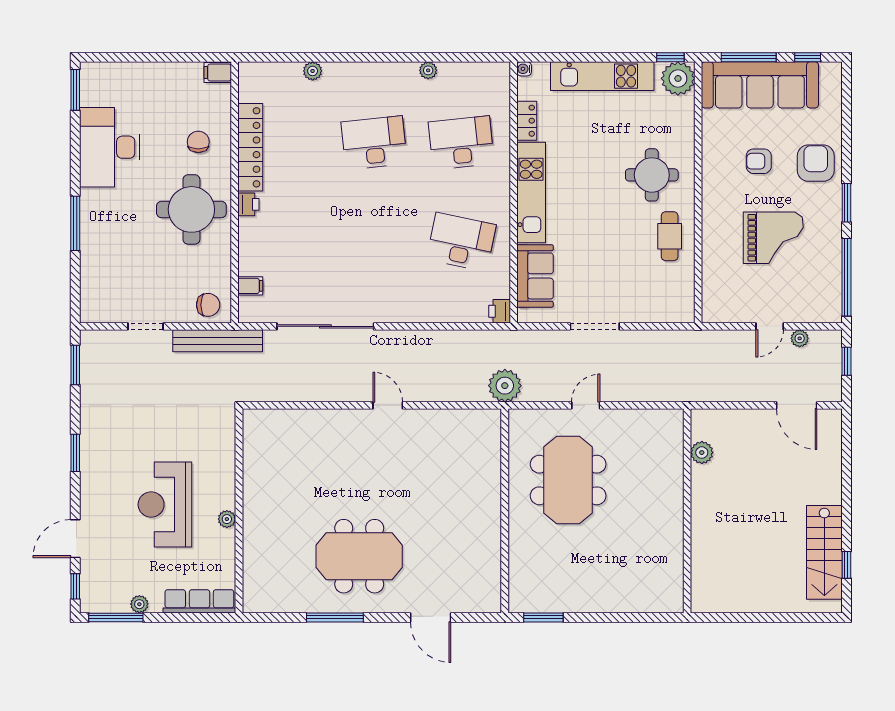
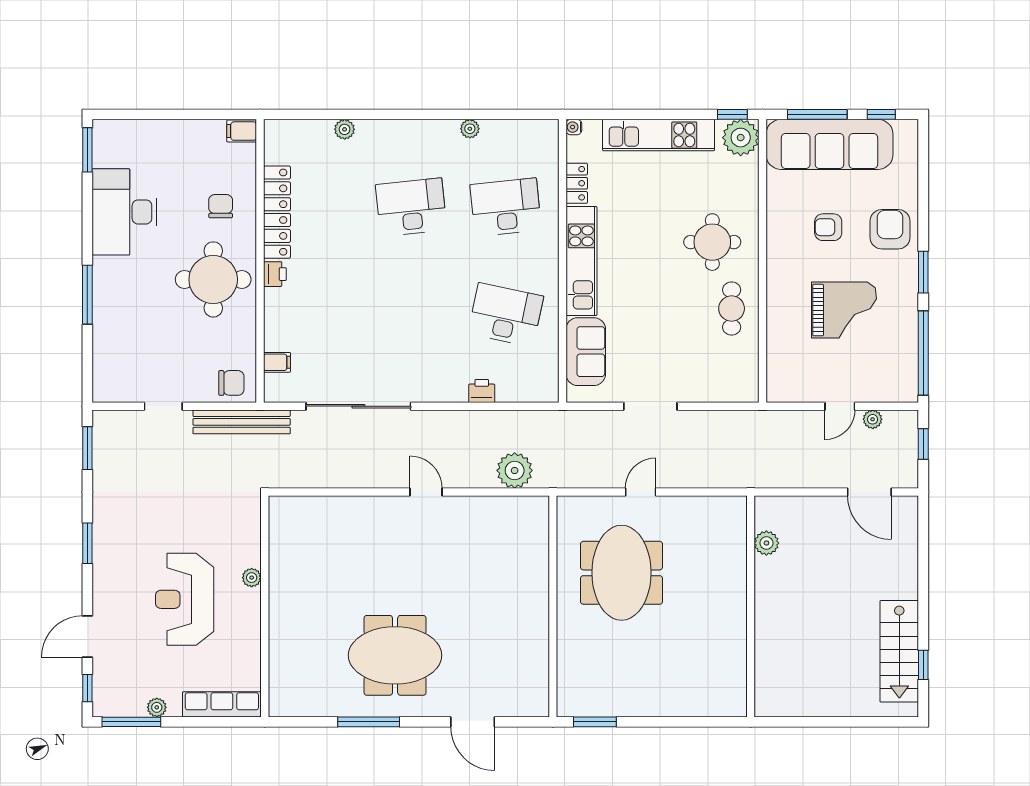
printer: (500, 311) -> (482, 391), moved, turned 90
plant: (505, 386) -> (515, 470), moved
plant: (227, 519) -> (252, 578), moved

